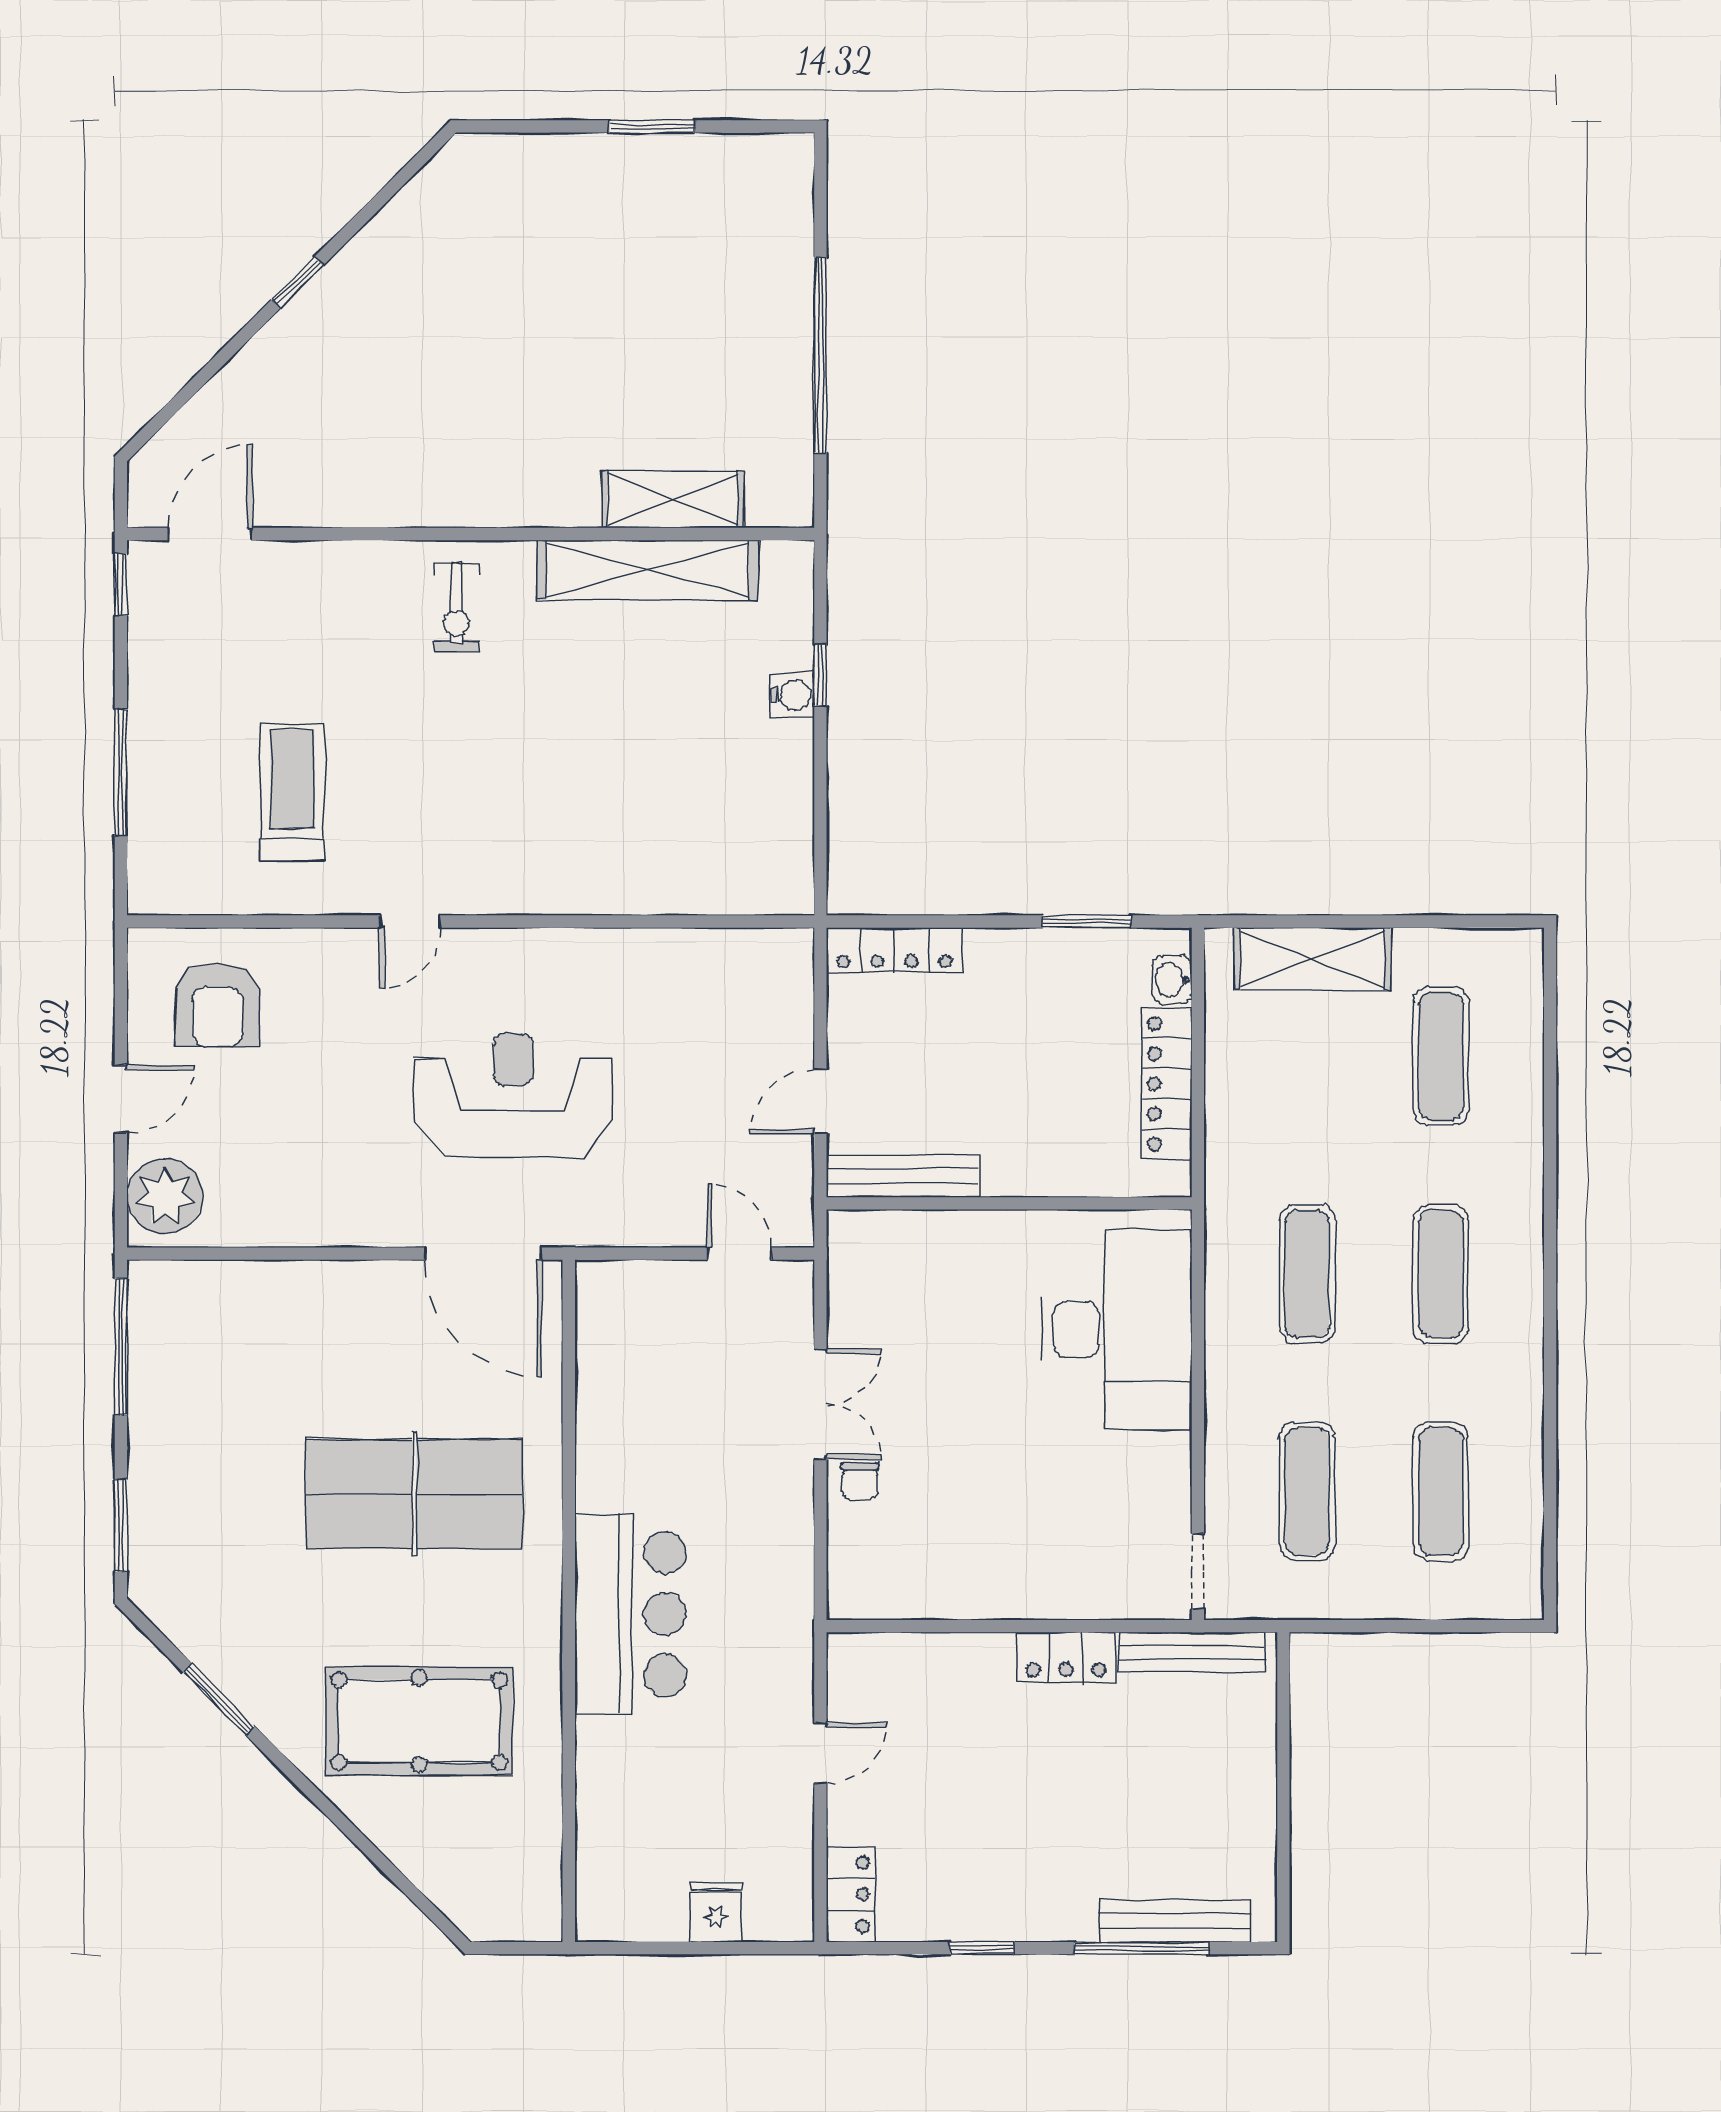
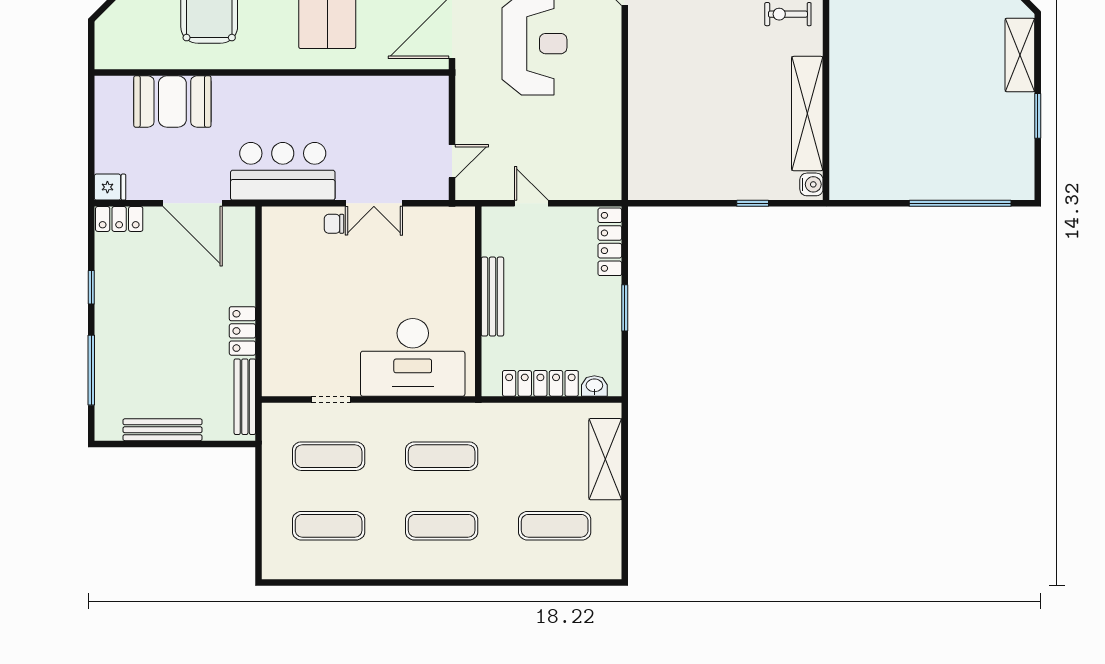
window: (820, 356) -> (960, 203), moved
shelving: (673, 500) -> (1020, 55), moved
water cooler: (792, 695) -> (811, 184), moved, turned -90
window: (1087, 922) -> (625, 308), moved
bench: (903, 1176) -> (492, 297), moved
doorway: (1198, 1571) -> (331, 399), moved
bar counter: (630, 1614) -> (283, 171), moved, turned 180
door: (820, 1753) -> (193, 203), width x1.88
booth: (624, 1792) -> (172, 101), added
fridge: (716, 1912) -> (110, 187), moved
bench: (1175, 1921) -> (163, 430), moved, turned 90

